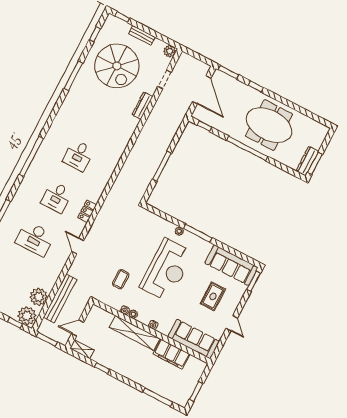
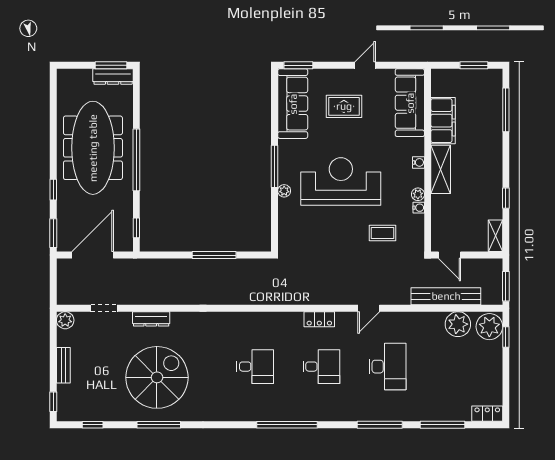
spiral stairs: (117, 66) -> (157, 377), moved
meeting table: (269, 125) -> (93, 148), width x1.36
door: (78, 328) -> (450, 255), moved
shelving: (135, 333) -> (441, 169), width x0.68

